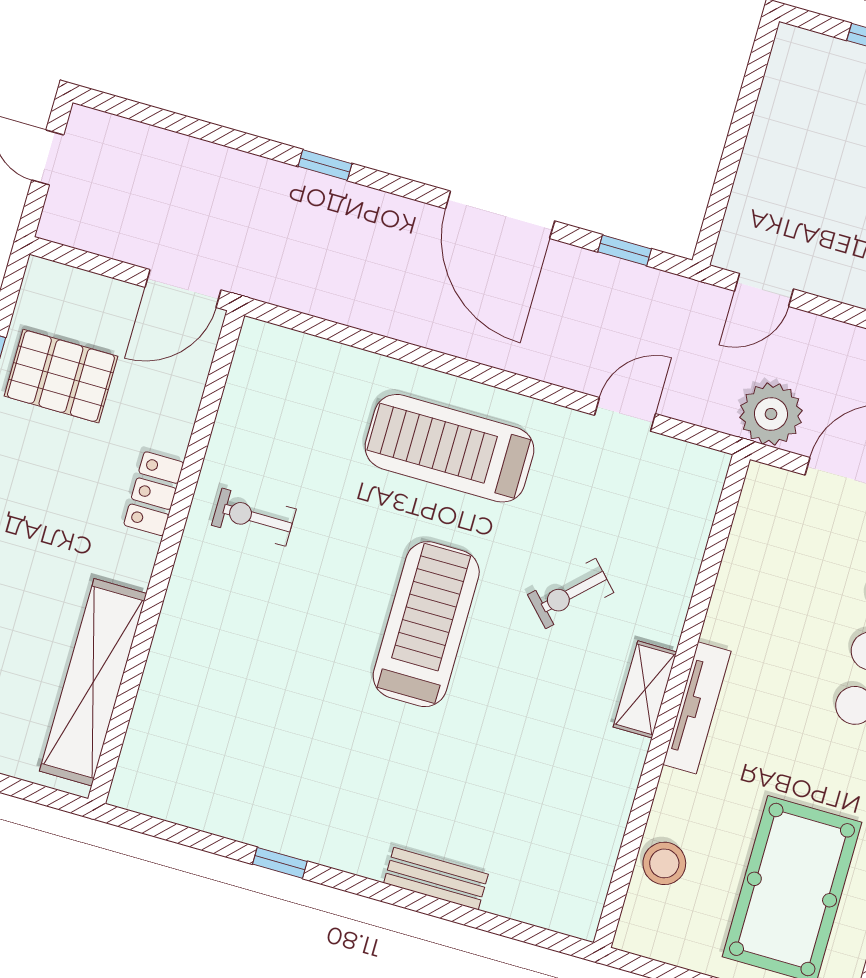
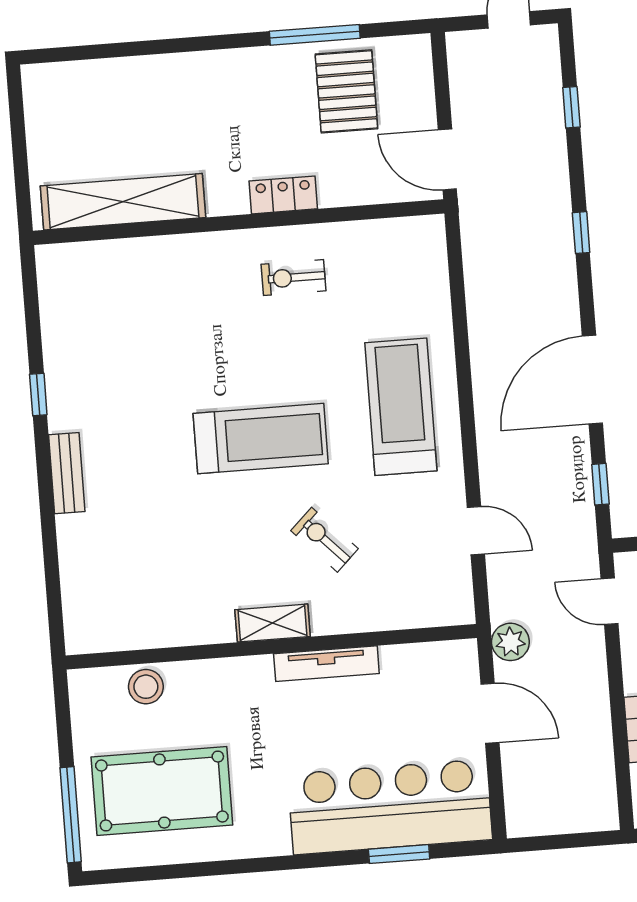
window: (176, 122) -> (571, 107), added
plant: (771, 414) -> (510, 642), width x0.73, depth x0.73
exercise bike: (254, 517) -> (294, 278), turned -90
tv unit: (697, 708) -> (326, 664), moved
bench: (436, 879) -> (67, 473), moved

